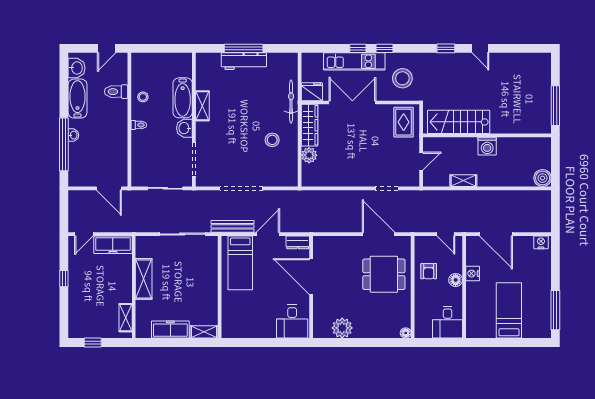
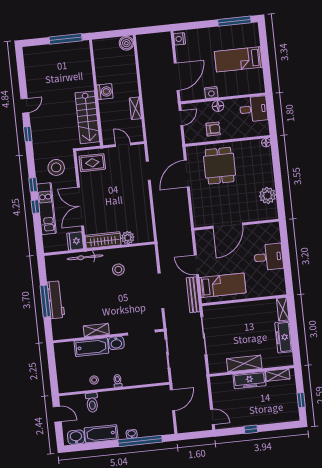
dresser: (298, 242) -> (201, 240), removed
freezer: (113, 245) -> (249, 380), moved, turned 90
desk: (292, 322) -> (269, 257), moved

